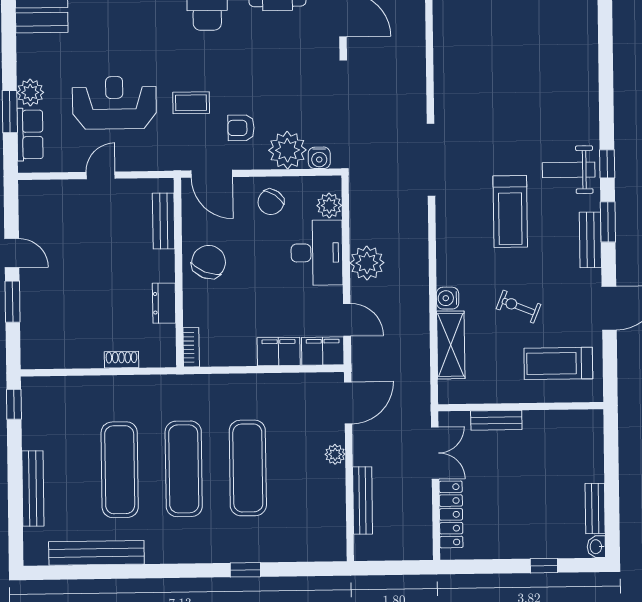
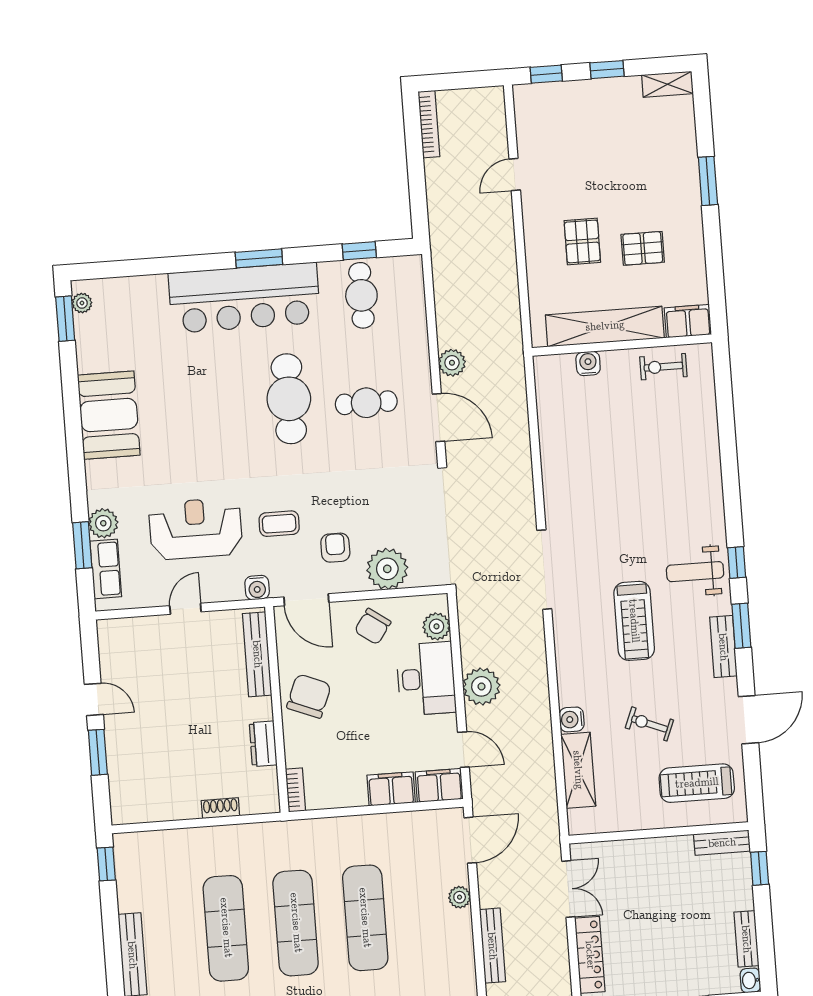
armchair: (241, 128) -> (335, 548), turned 90
water cooler: (319, 158) -> (257, 588), moved
bench: (164, 221) -> (257, 654), width x1.36
bench: (496, 420) -> (722, 843), moved
window: (611, 445) -> (760, 868), added

